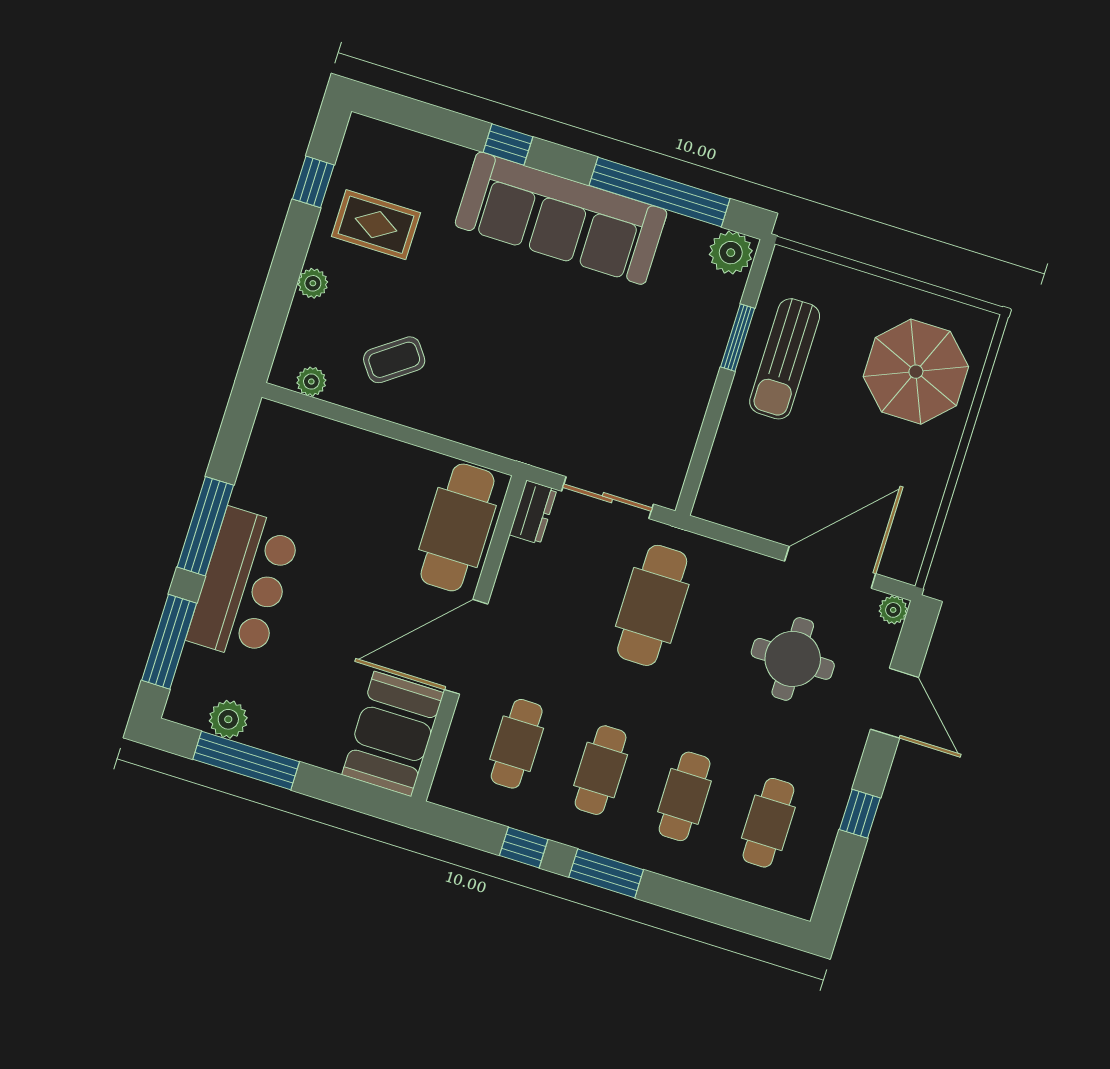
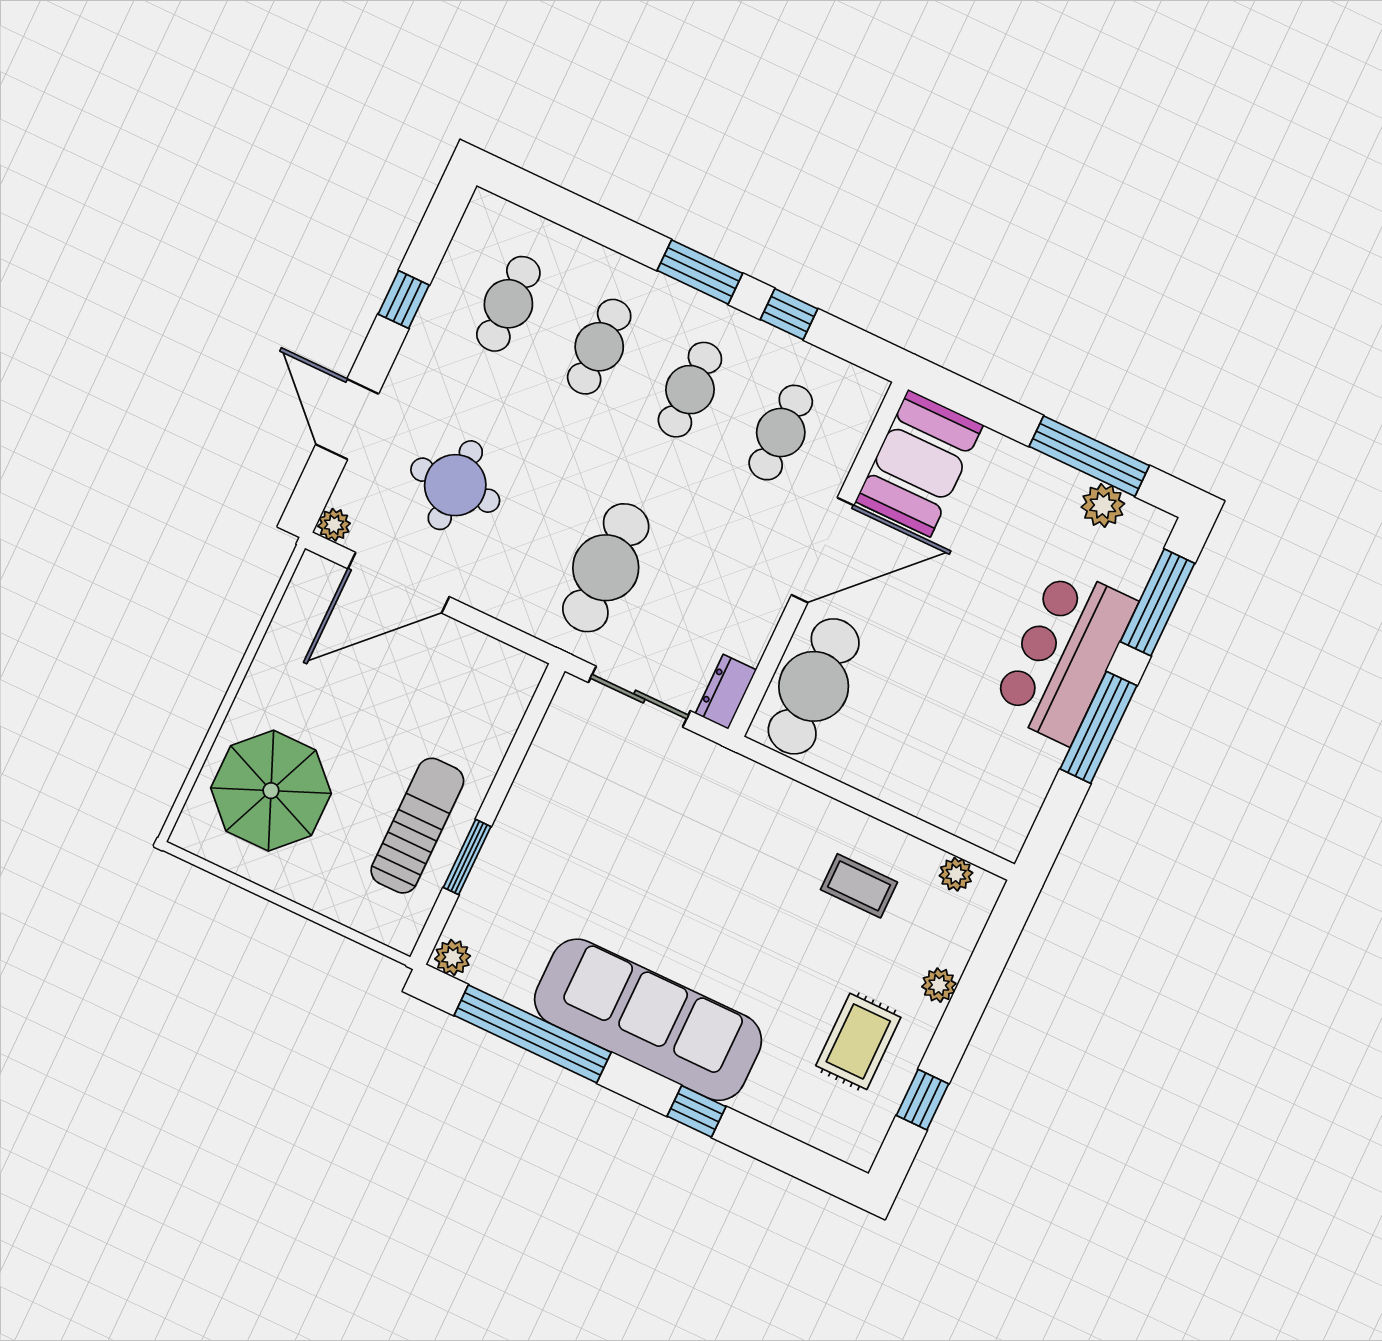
rug: (376, 225) -> (858, 1041), turned 90
plant: (731, 253) -> (453, 957), width x0.73, depth x0.73
coffee table: (394, 360) -> (859, 886), turned 36

